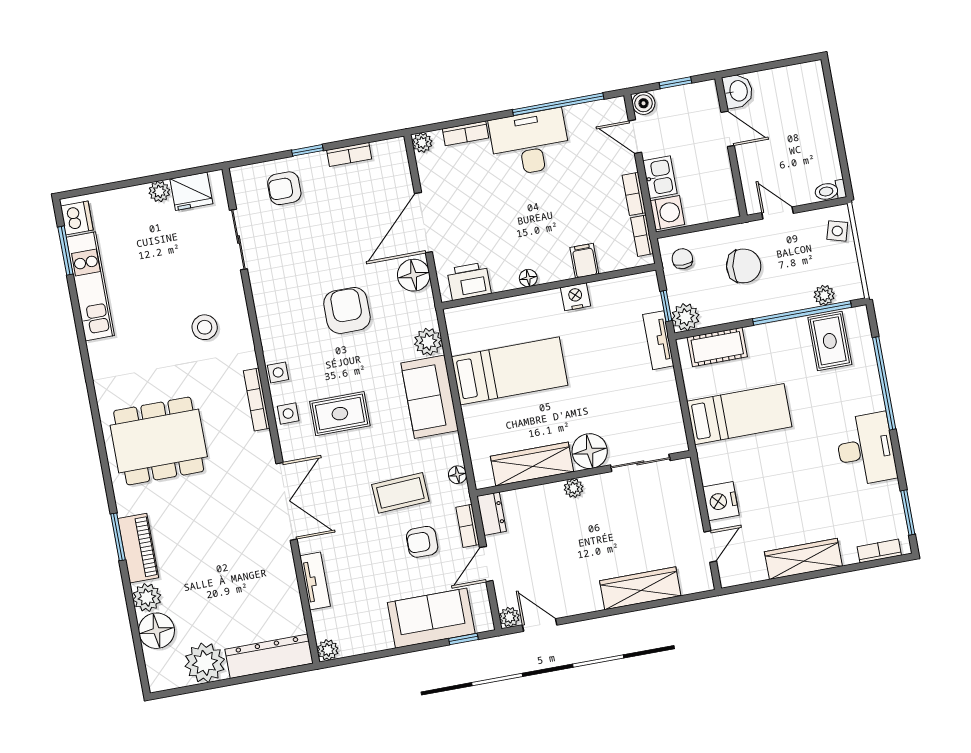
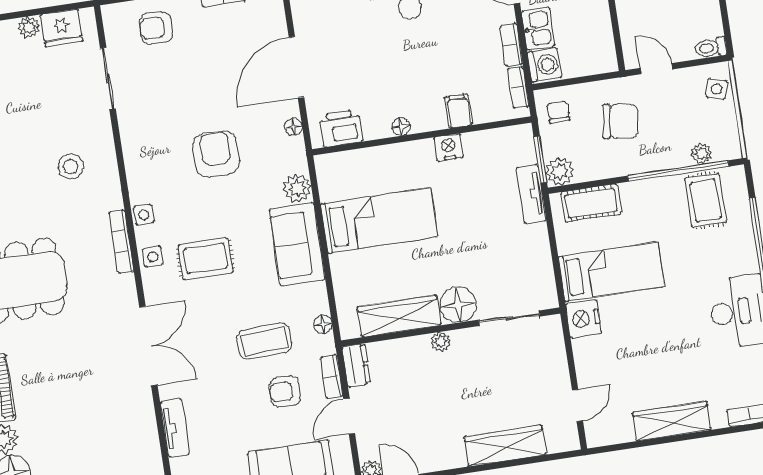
floor lamp: (414, 275) -> (294, 127), width x0.53, depth x0.53
window: (666, 306) -> (540, 160), width x1.50
nightstand: (721, 501) -> (583, 319), moved

